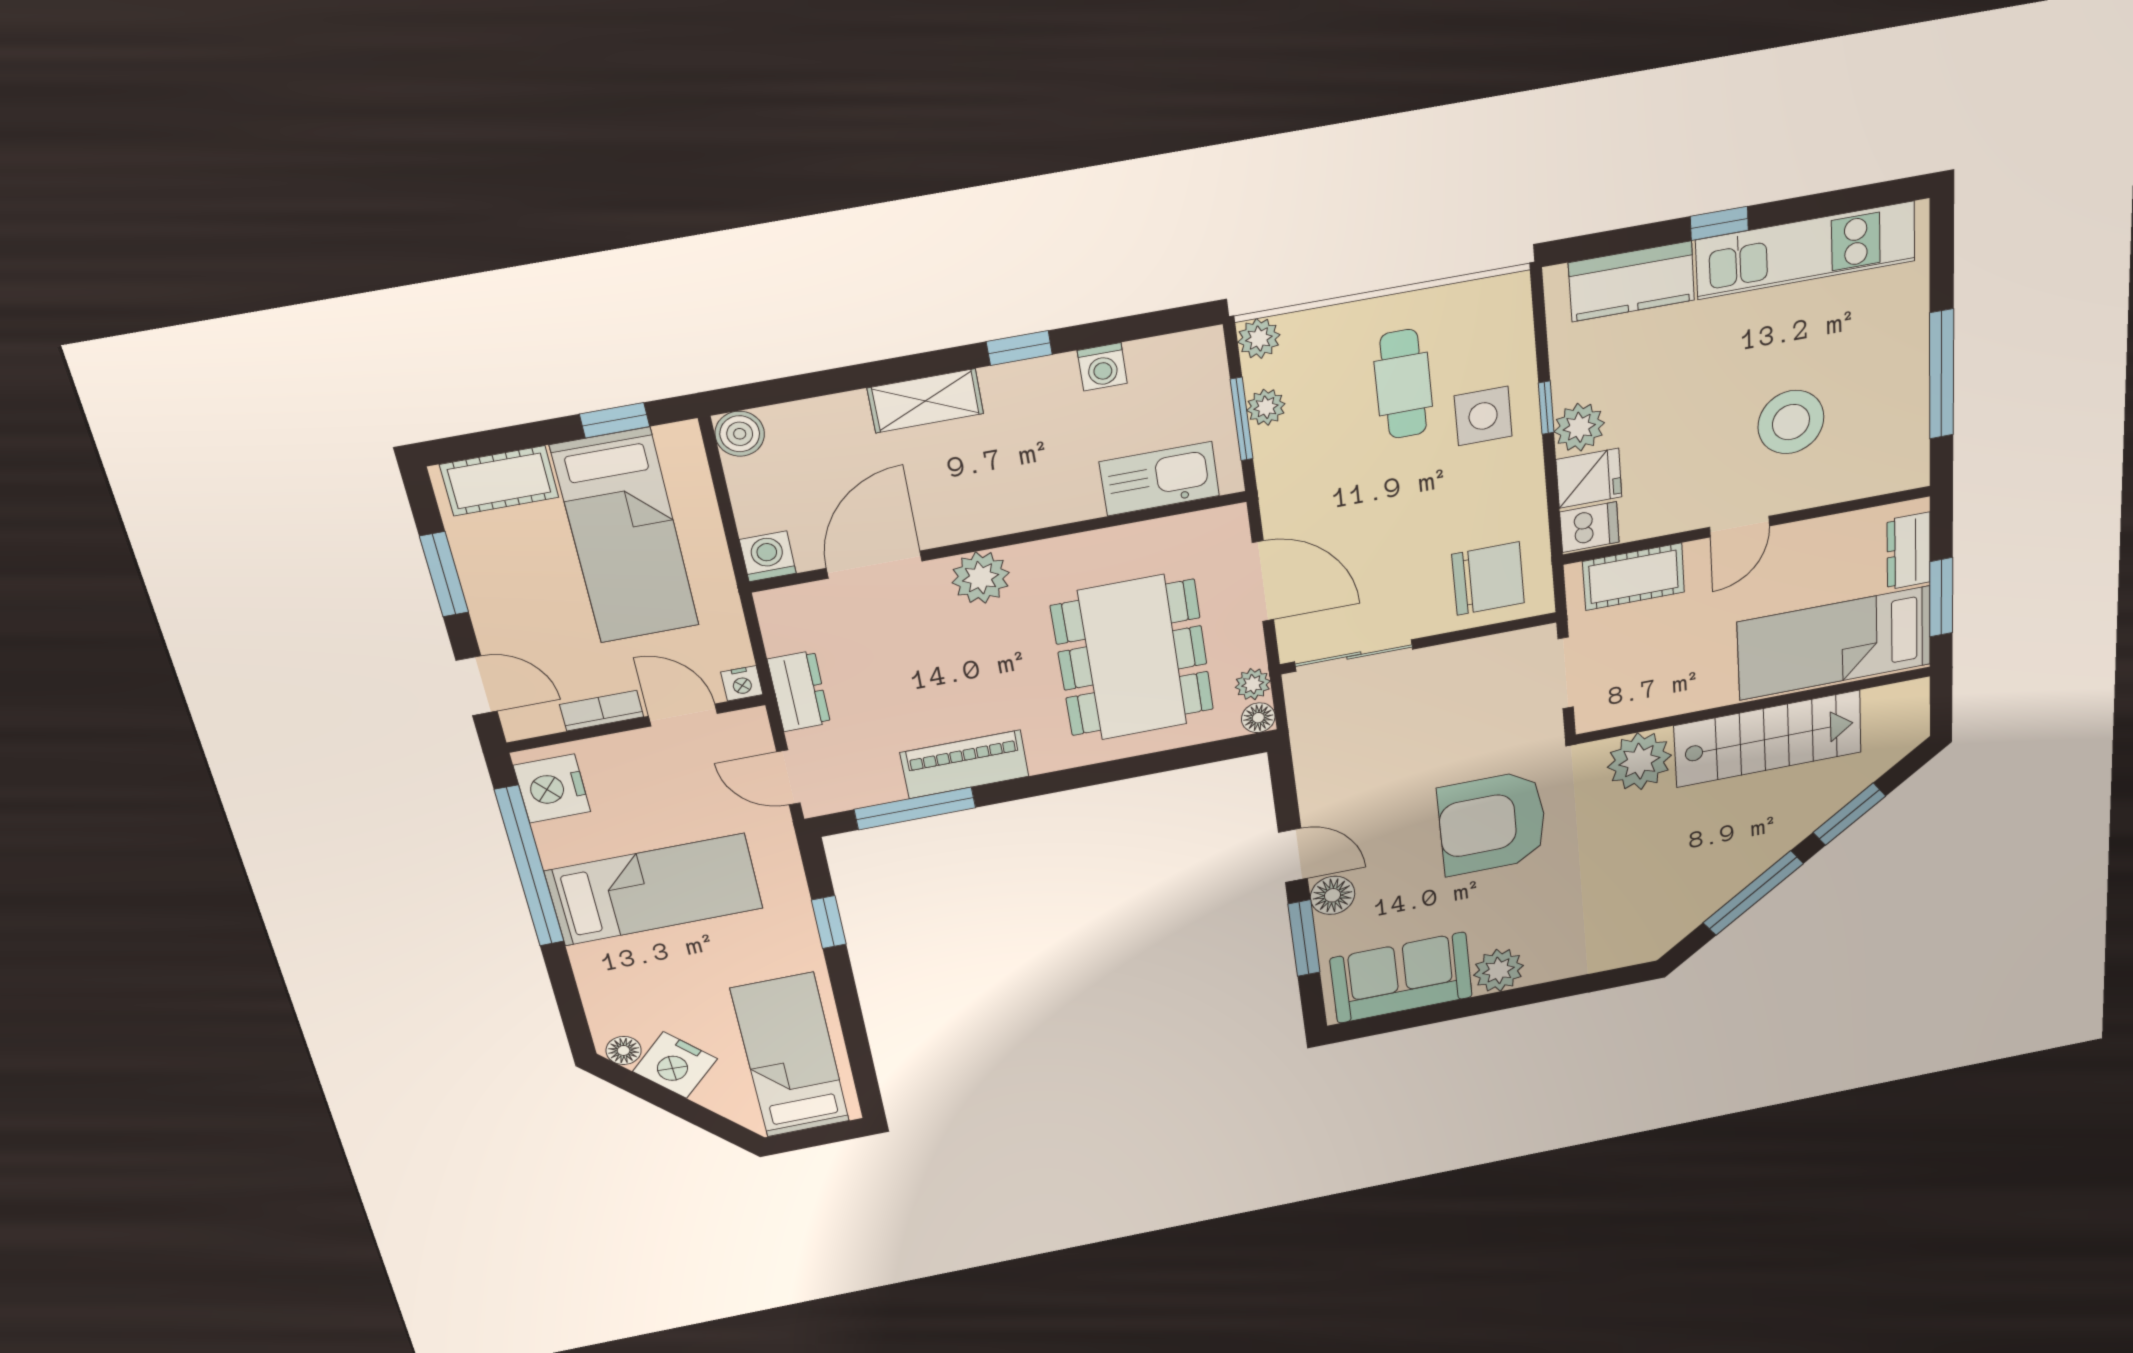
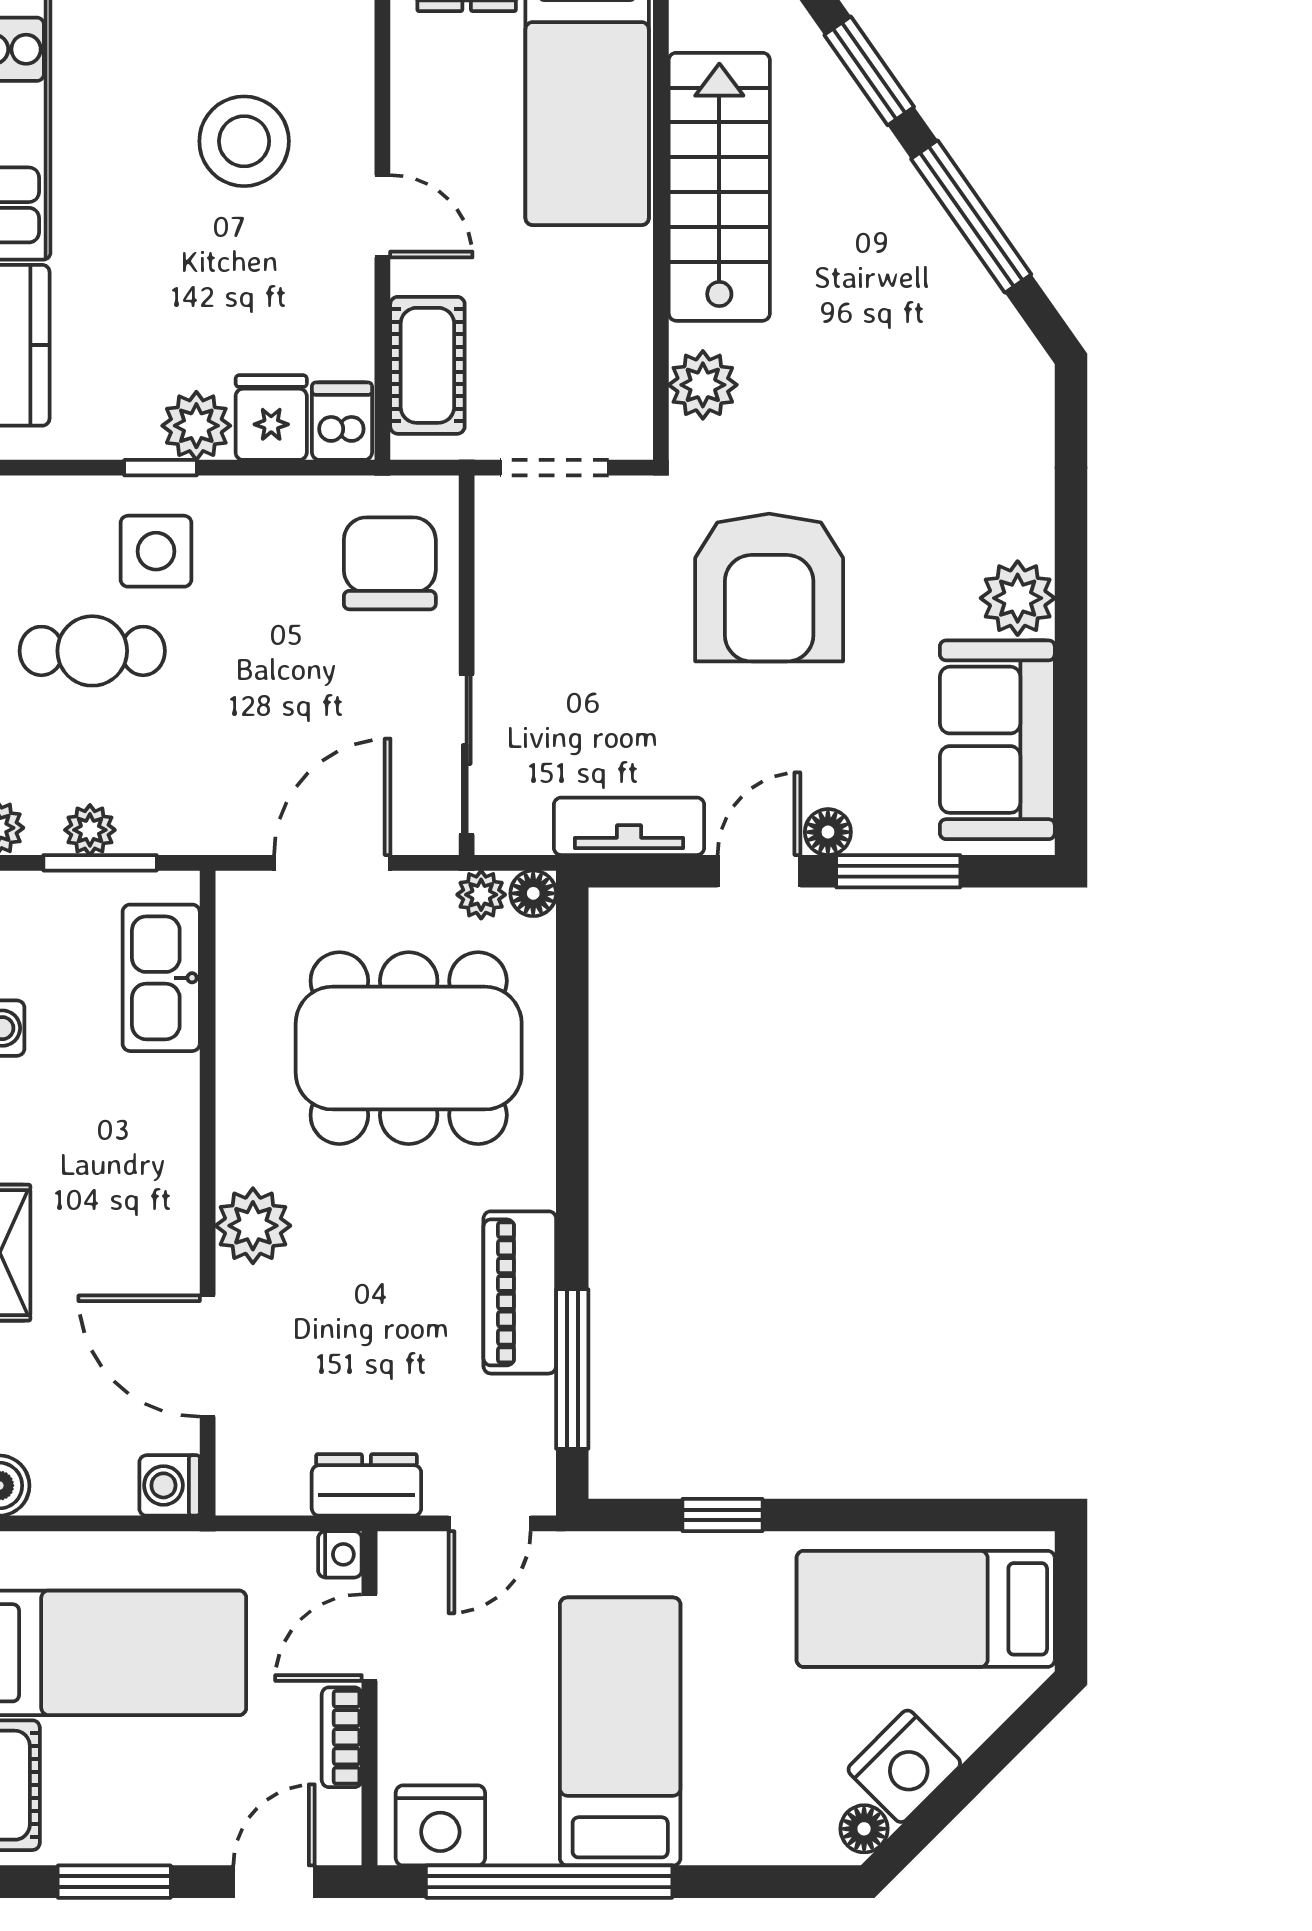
plant: (1639, 761) -> (703, 385), width x0.73, depth x0.73
tv unit: (1315, 769) -> (629, 826), added
floor lamp: (1333, 895) -> (828, 832), width x0.73, depth x0.73

